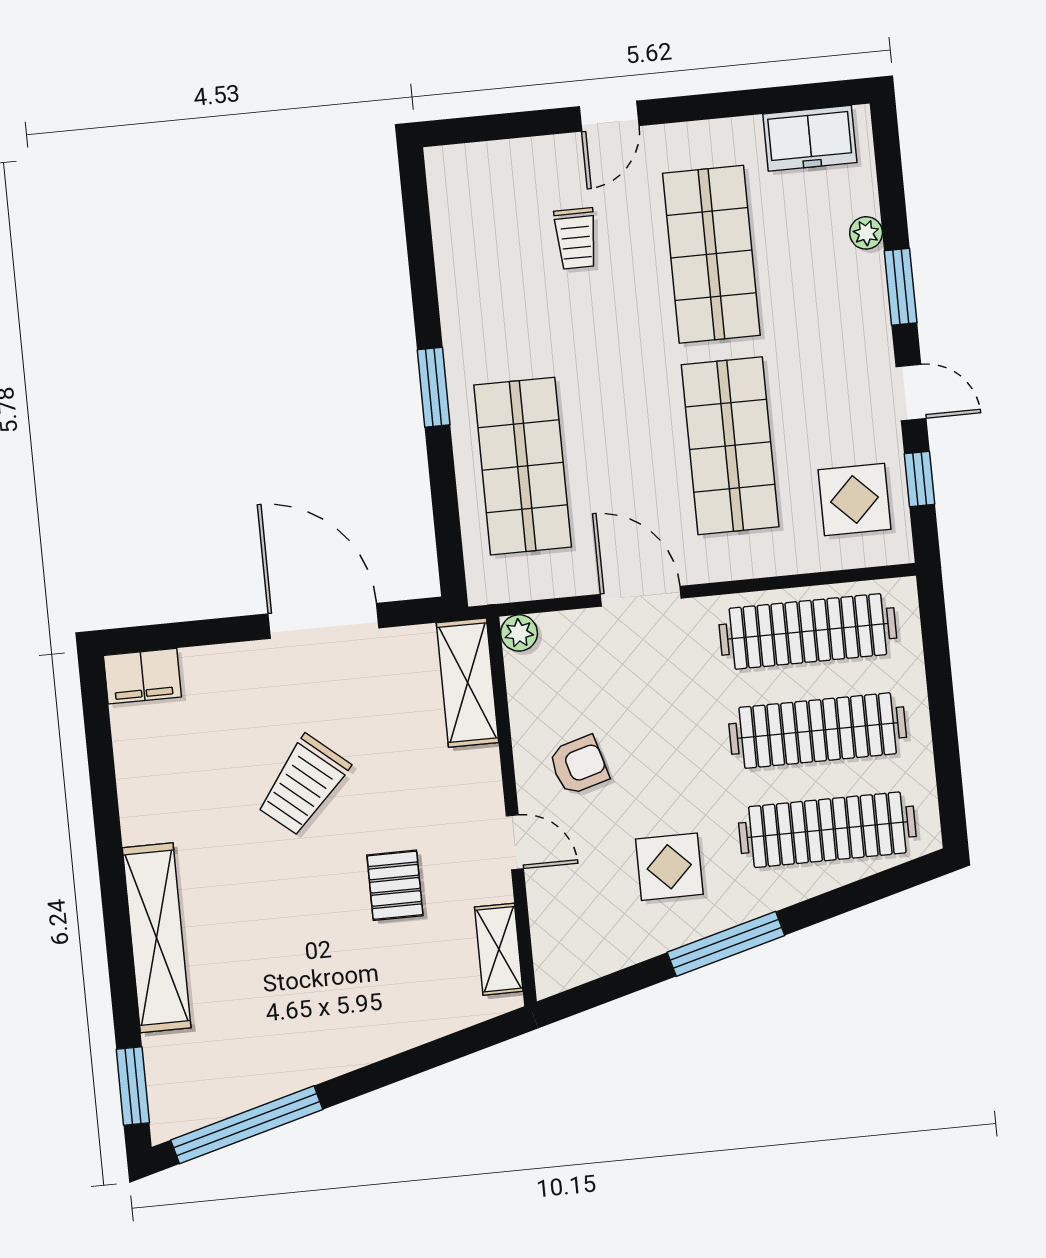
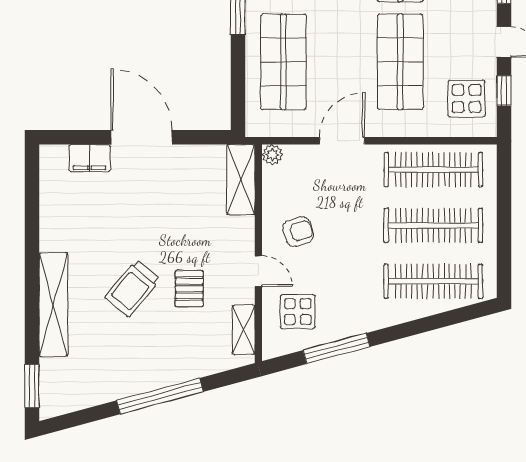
door: (641, 596) -> (342, 141), hinge flipped
door: (323, 621) -> (142, 137), moved
filing cabinet: (142, 676) -> (90, 158), moved
trolley: (303, 785) -> (132, 288), moved
display table: (669, 867) -> (298, 312), moved
window: (726, 944) -> (337, 349), moved
window: (247, 1125) -> (160, 396), moved

